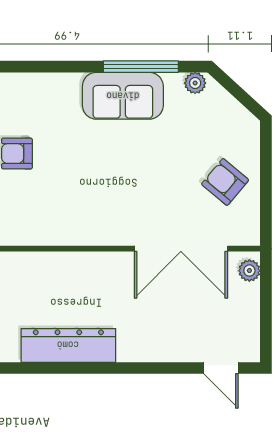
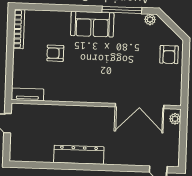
sofa: (123, 96) -> (92, 24), moved
armchair: (225, 182) -> (169, 55), moved, turned -130

